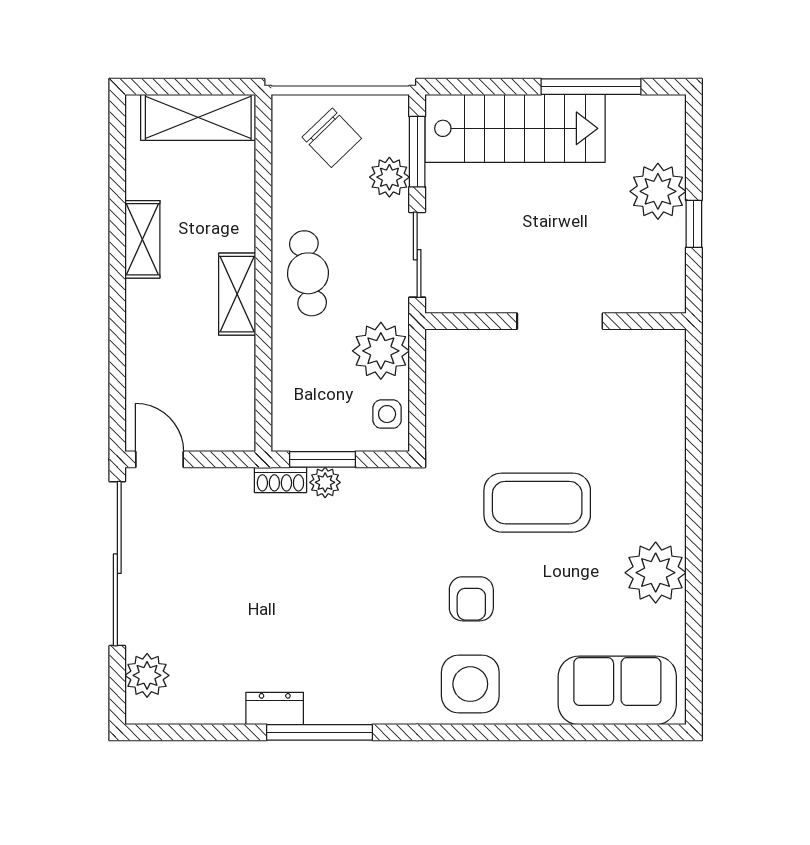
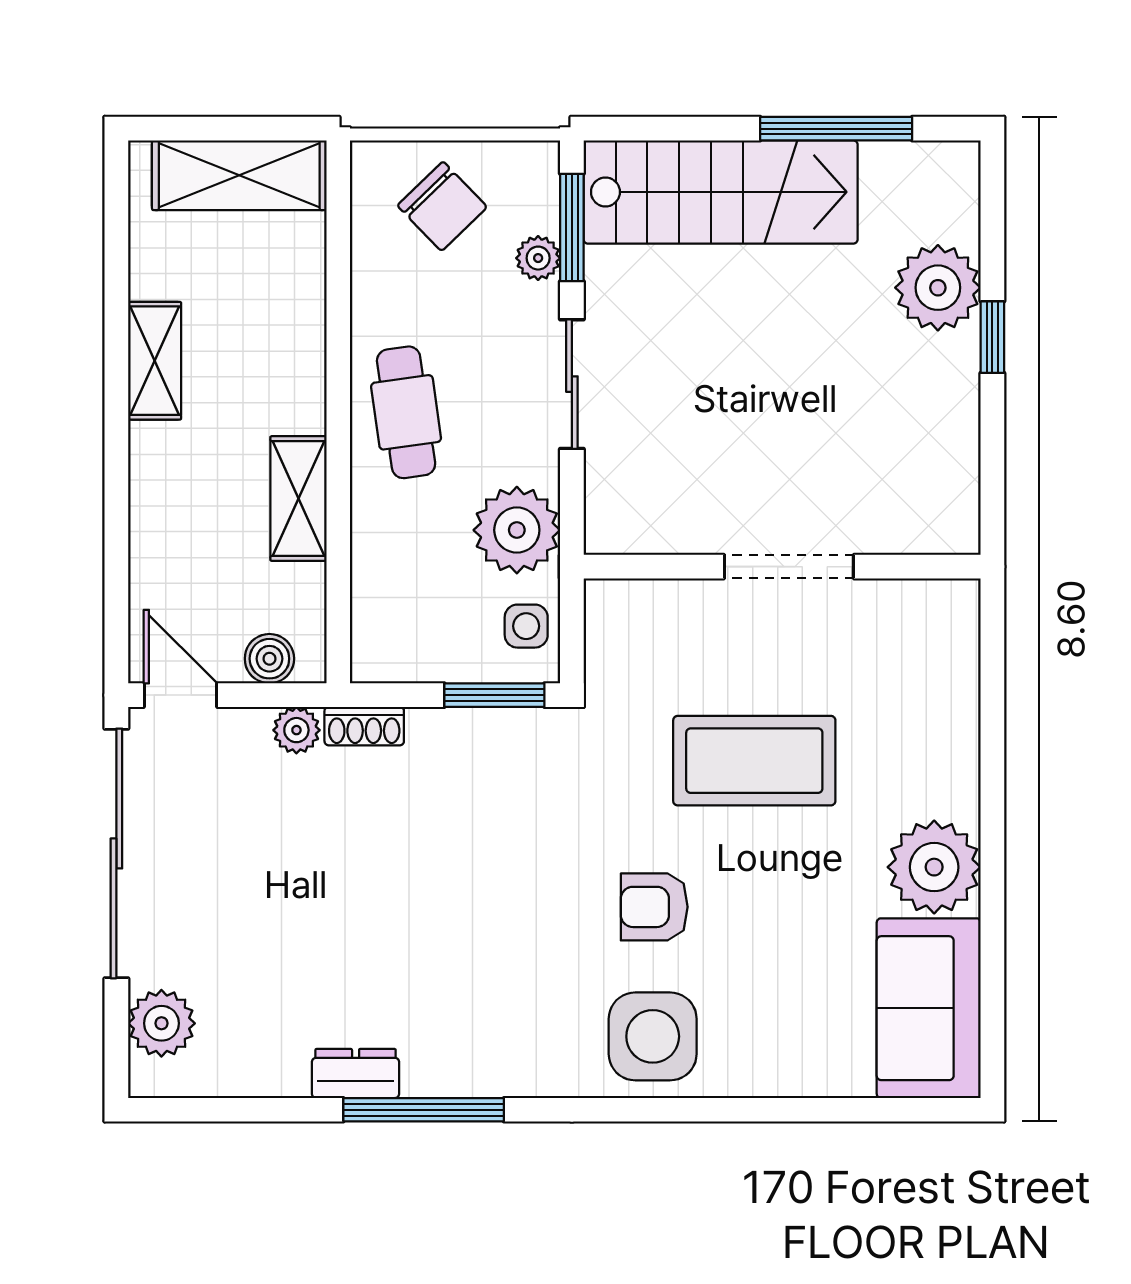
plant: (389, 177) -> (538, 258), width x0.73, depth x0.73
shelving: (237, 294) -> (299, 499), moved
wall: (555, 321) -> (782, 567), moved
doorway: (560, 321) -> (789, 567), moved
boiler: (218, 435) -> (269, 659), added
window: (323, 459) -> (494, 695), moved
plant: (325, 482) -> (296, 730), moved
armchair: (471, 599) -> (654, 907), turned 90
sofa: (617, 690) -> (929, 1008), moved, turned -90

